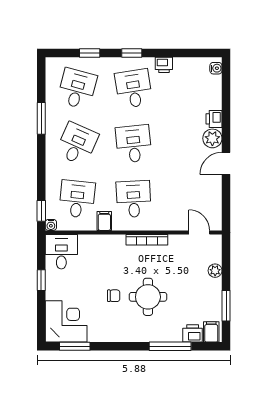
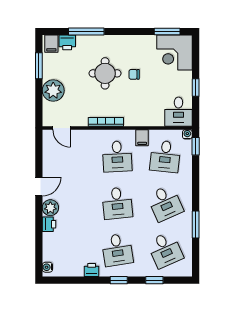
desk: (77, 89) -> (165, 250), turned -39
desk: (77, 144) -> (165, 203), turned -48
plant: (215, 271) -> (53, 91), width x1.87, depth x1.87

